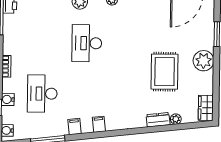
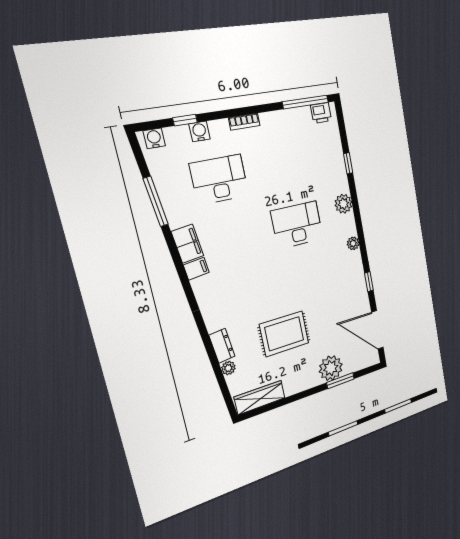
plant: (204, 61) -> (331, 368), moved
wardrobe: (206, 108) -> (260, 397), width x1.50
filing cabinet: (75, 127) -> (187, 244), width x2.00

